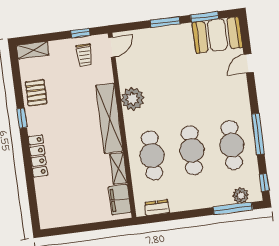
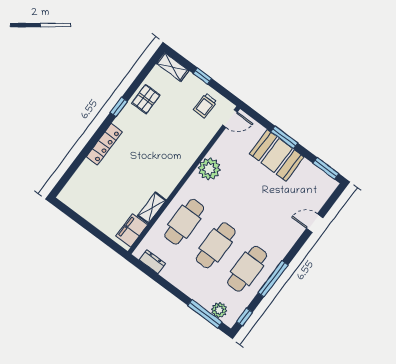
window: (205, 17) -> (326, 168), moved
window: (80, 33) -> (202, 76), moved
booth: (218, 35) -> (277, 155), moved
shelving: (109, 118) -> (180, 167), removed

